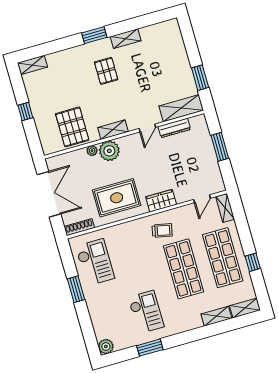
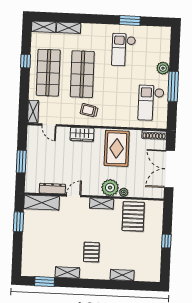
window: (94, 35) -> (45, 282), moved
shelving: (32, 65) -> (122, 275), moved
rug: (117, 198) -> (117, 148), turned 90
door: (202, 199) -> (49, 125), swing flipped
window: (76, 289) -> (173, 86), width x1.44
plant: (106, 347) -> (163, 68), moved

